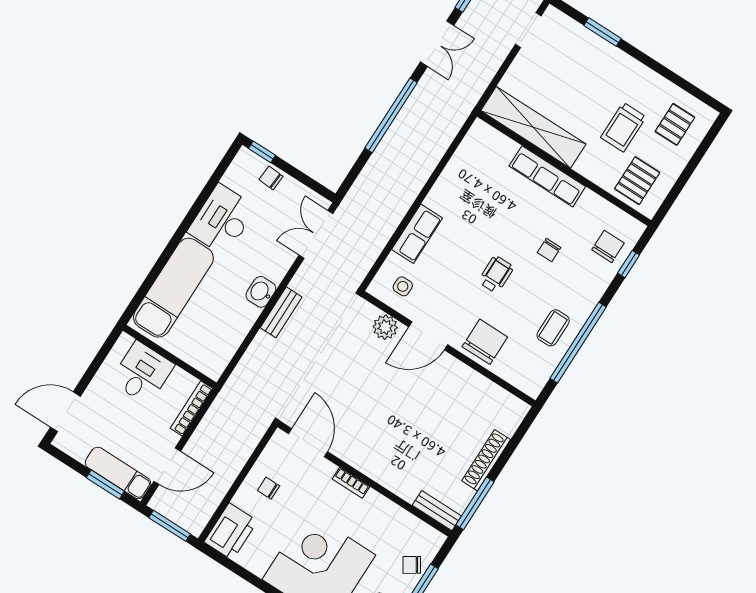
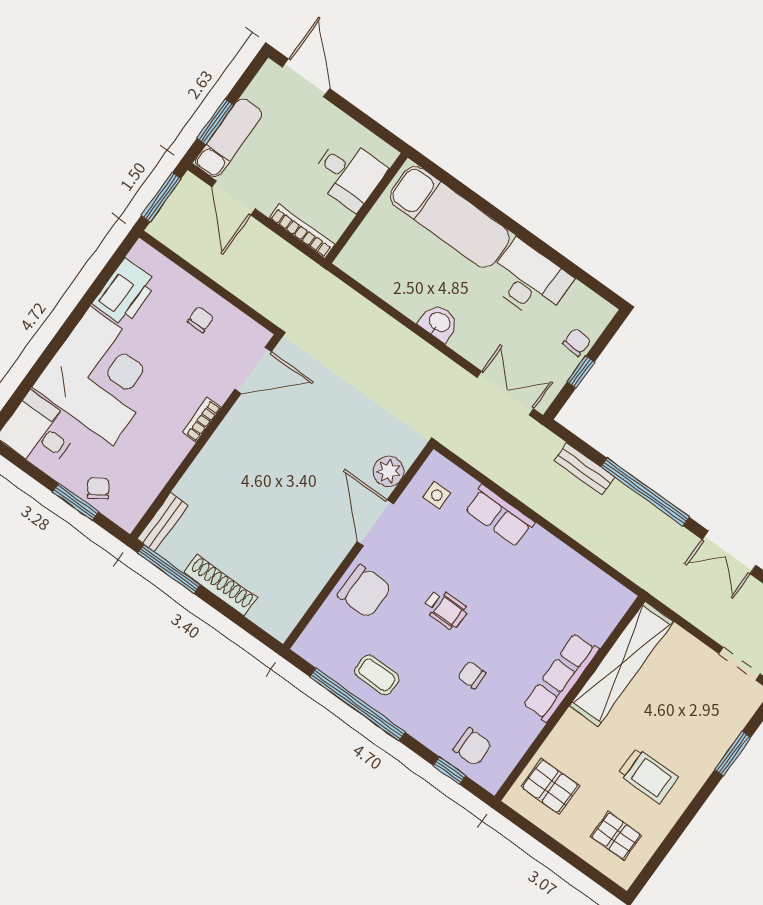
trolley: (623, 127) -> (648, 776), moved, turned 180
window: (262, 152) -> (581, 372), moved
bench: (281, 312) -> (584, 469), moved
printer: (231, 531) -> (125, 293), moved, turned -90

